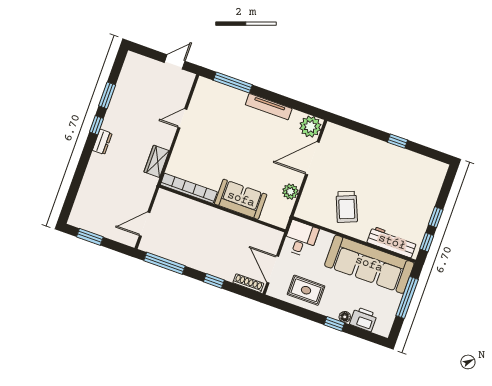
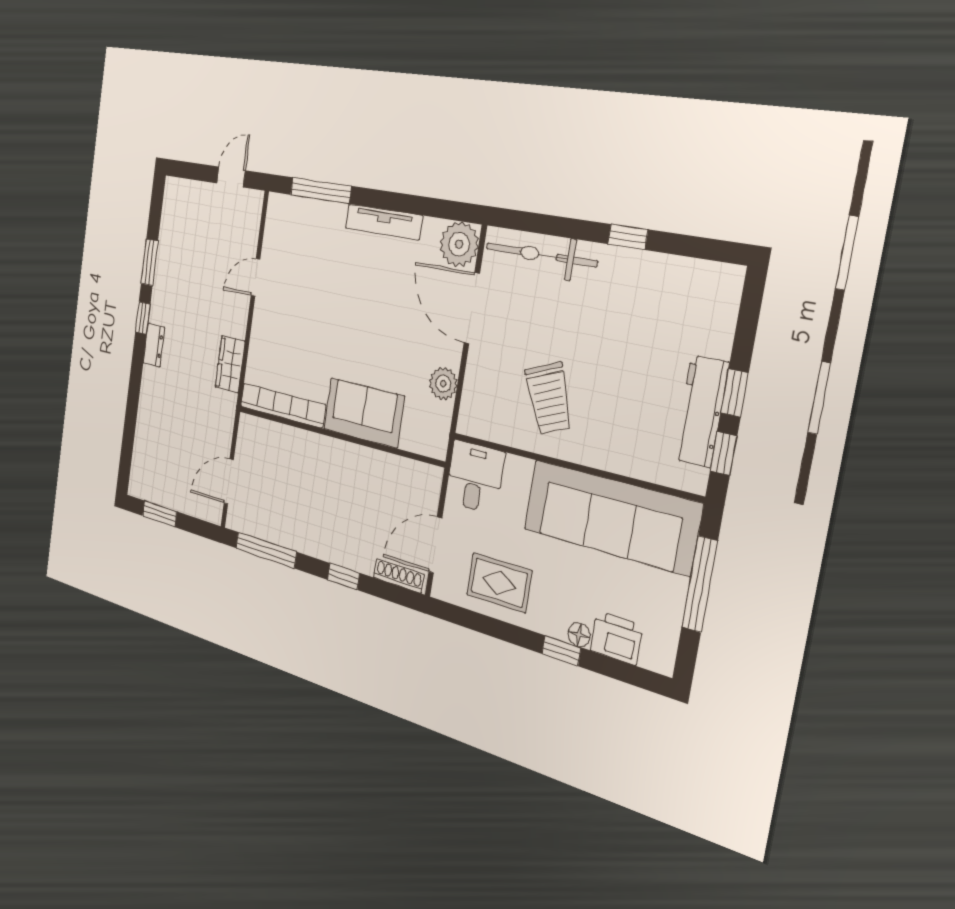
bicycle: (353, 140) -> (541, 255), added
door: (312, 158) -> (472, 308), hinge flipped
workbench: (392, 242) -> (701, 411), moved, turned -90
door: (273, 269) -> (435, 545), hinge flipped

